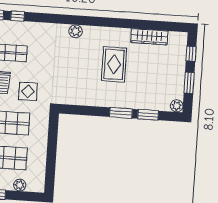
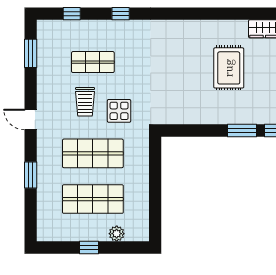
window: (17, 16) -> (121, 14), moved
plant: (76, 31) -> (176, 28), removed

